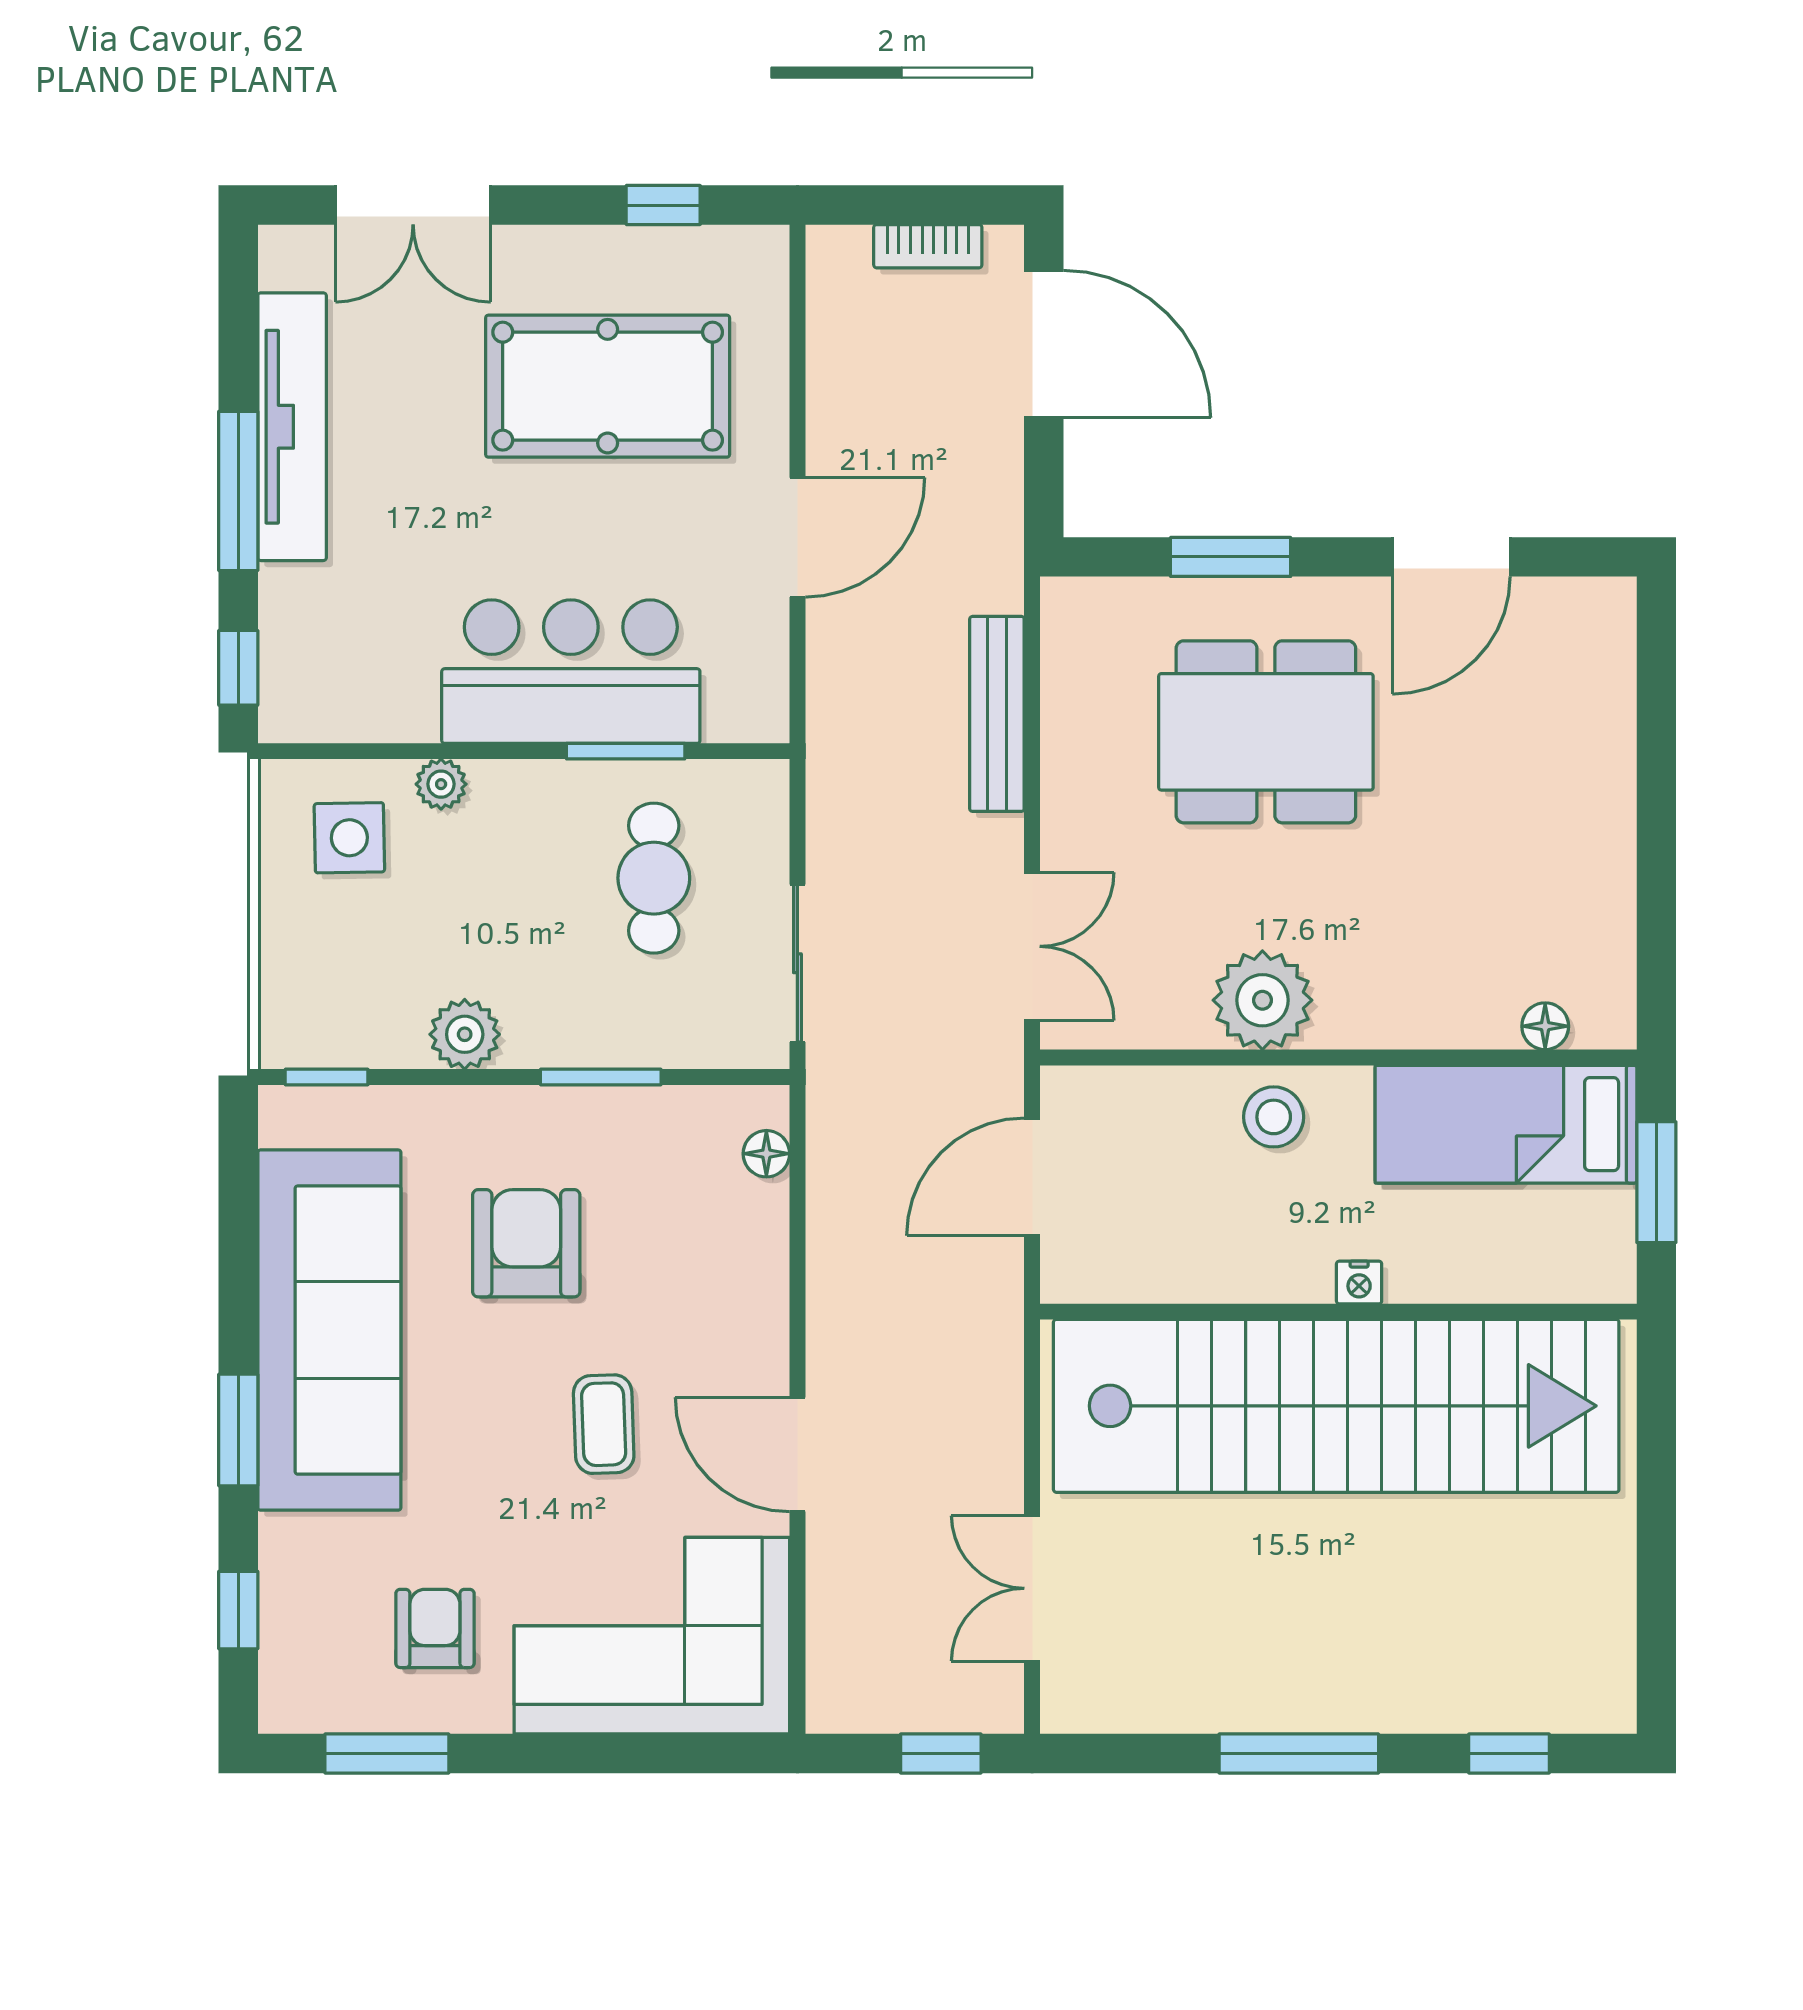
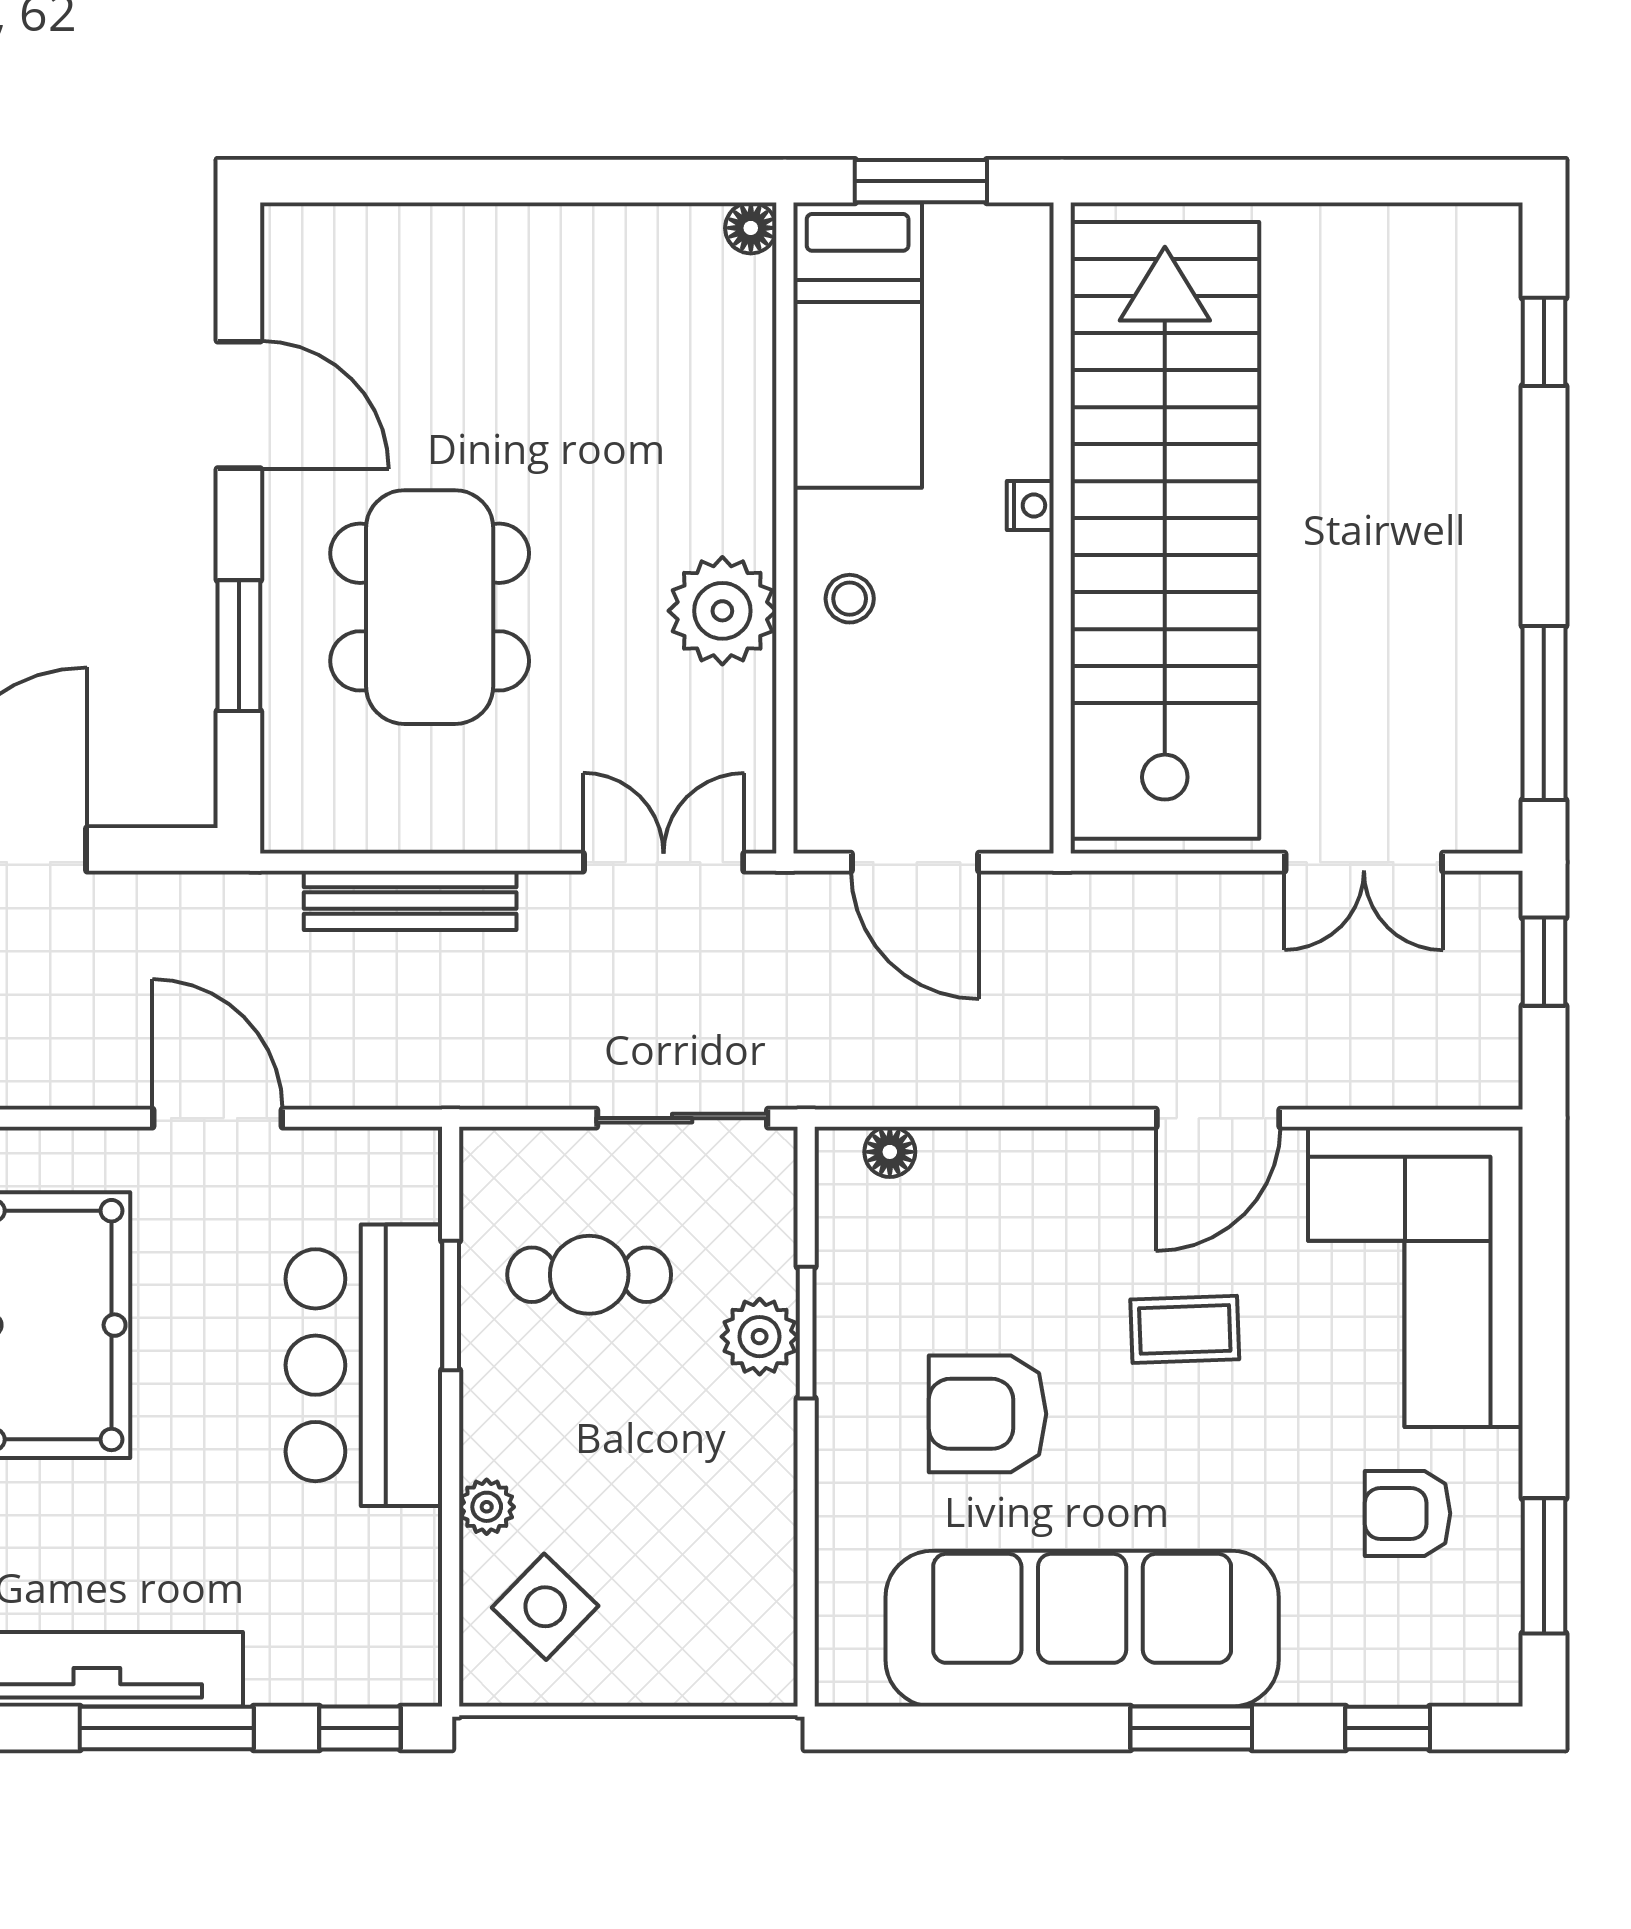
side table: (349, 838) -> (545, 1607), turned 45
floor lamp: (1545, 1026) -> (751, 228), moved
plant: (465, 1034) -> (760, 1337), moved
window: (327, 1077) -> (806, 1632), removed
stool: (1274, 1117) -> (850, 599), width x0.73, depth x0.73
window: (1299, 1753) -> (1544, 713), moved

